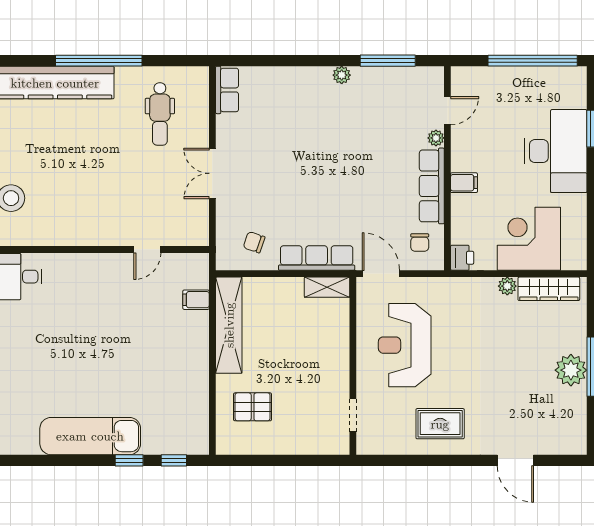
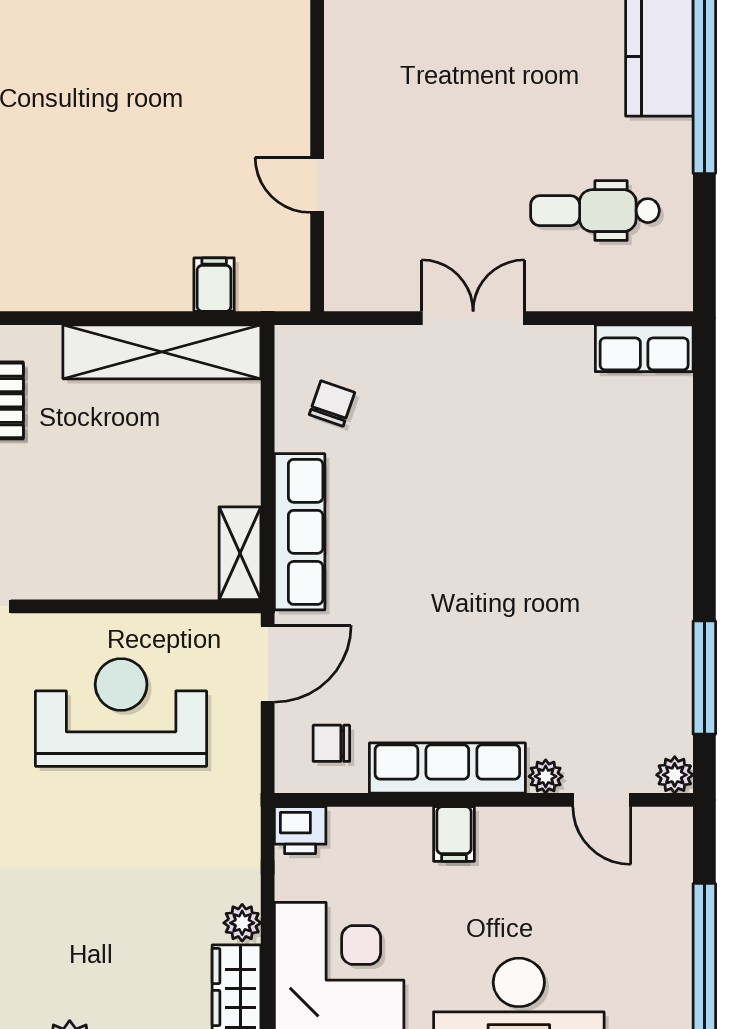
plant: (342, 75) -> (675, 775), moved

